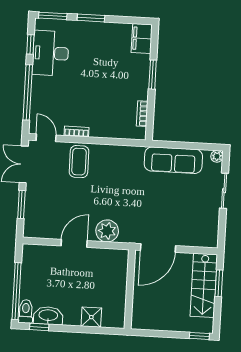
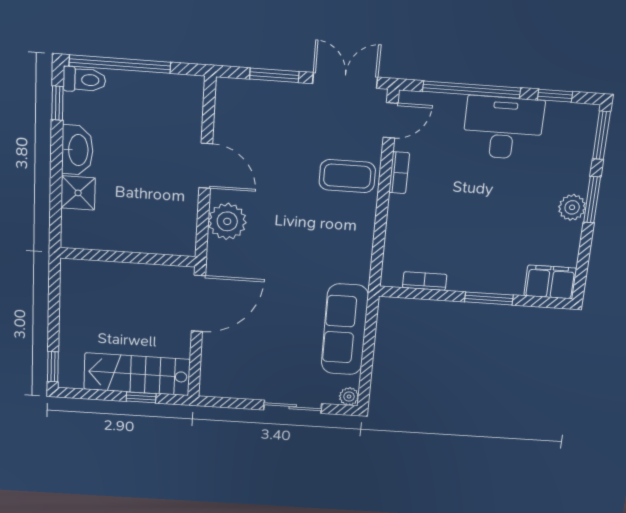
plant: (96, 29) -> (572, 207), added
desk: (51, 53) -> (503, 128), moved
door: (158, 248) -> (198, 303), swing flipped
window: (219, 283) -> (141, 397), width x0.67
washbasin: (48, 316) -> (77, 150), moved

